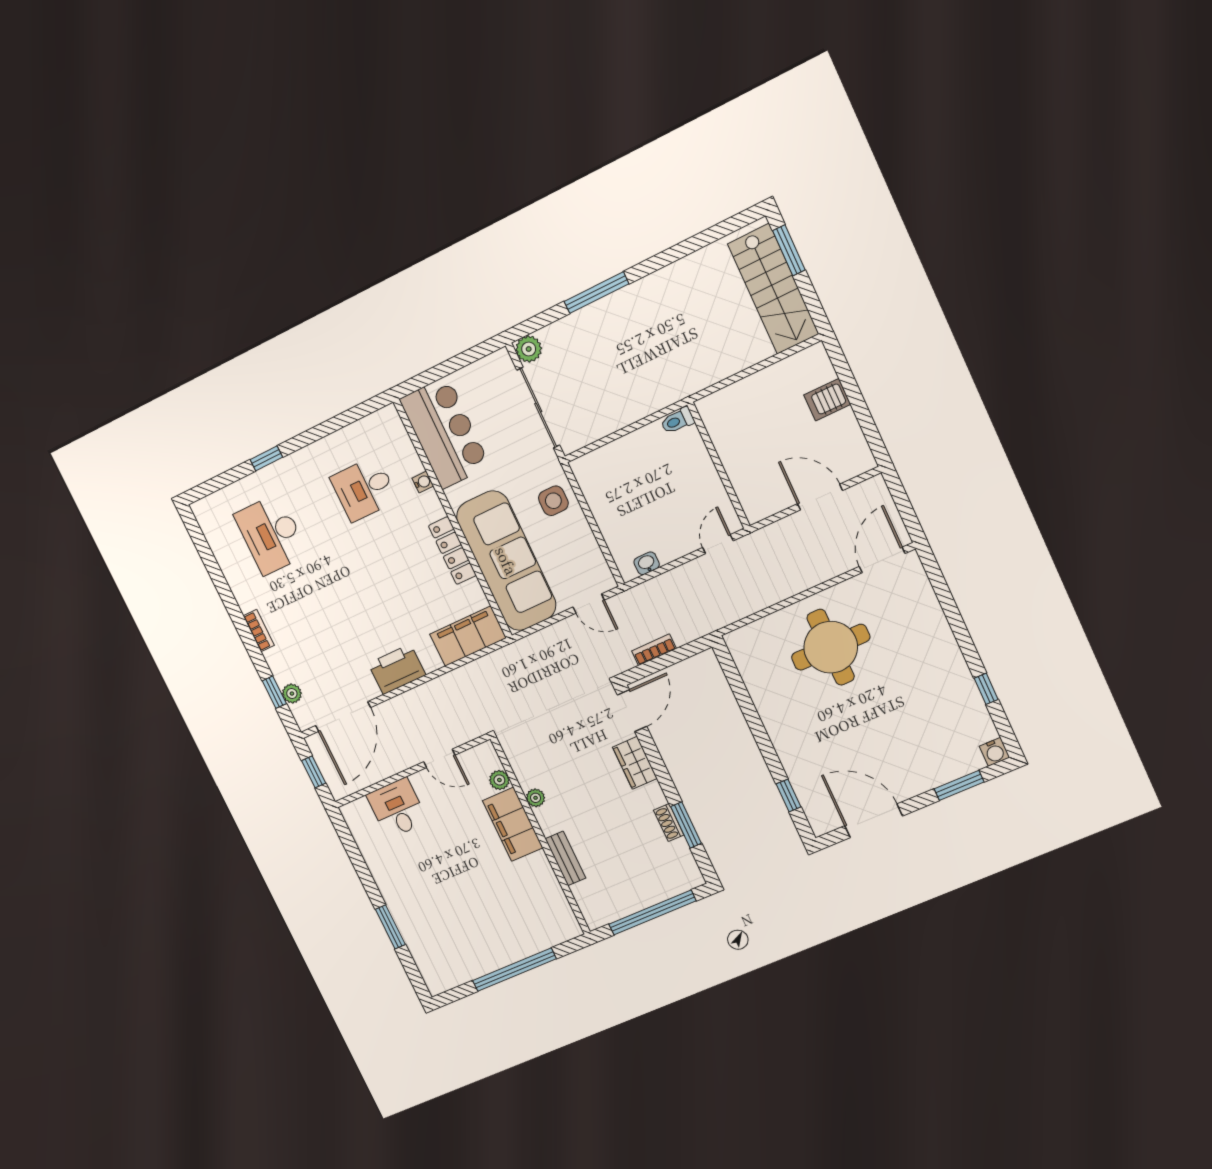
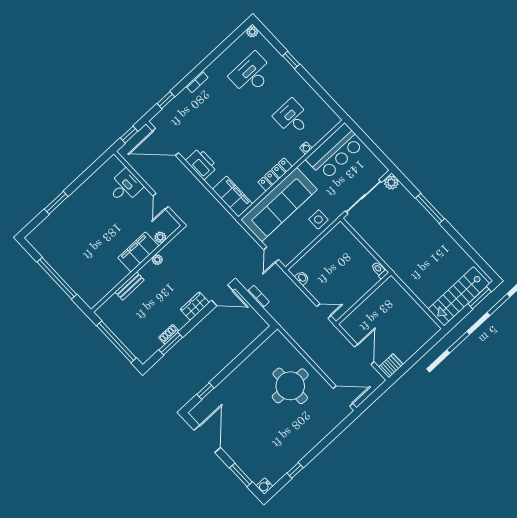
server rack: (827, 400) -> (391, 366), moved, turned 90
plant: (292, 694) -> (252, 32), moved

